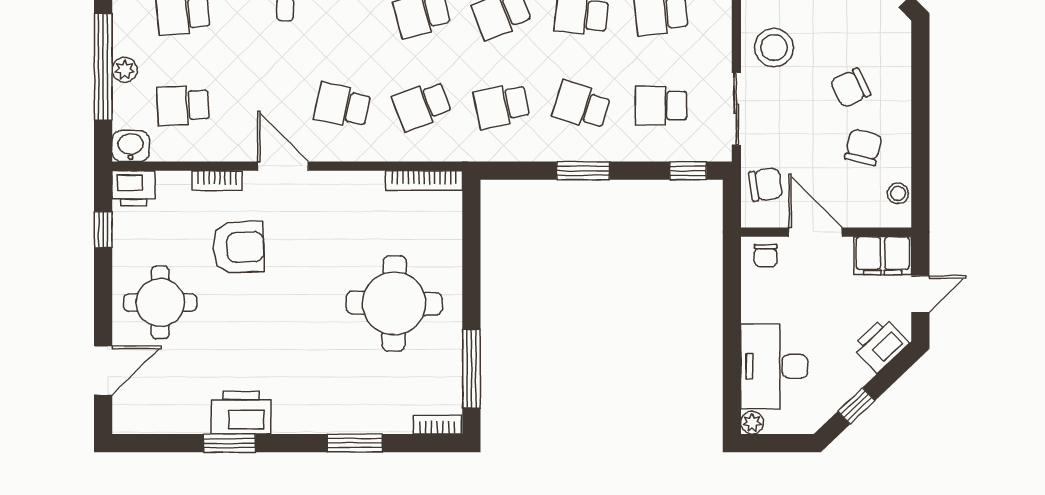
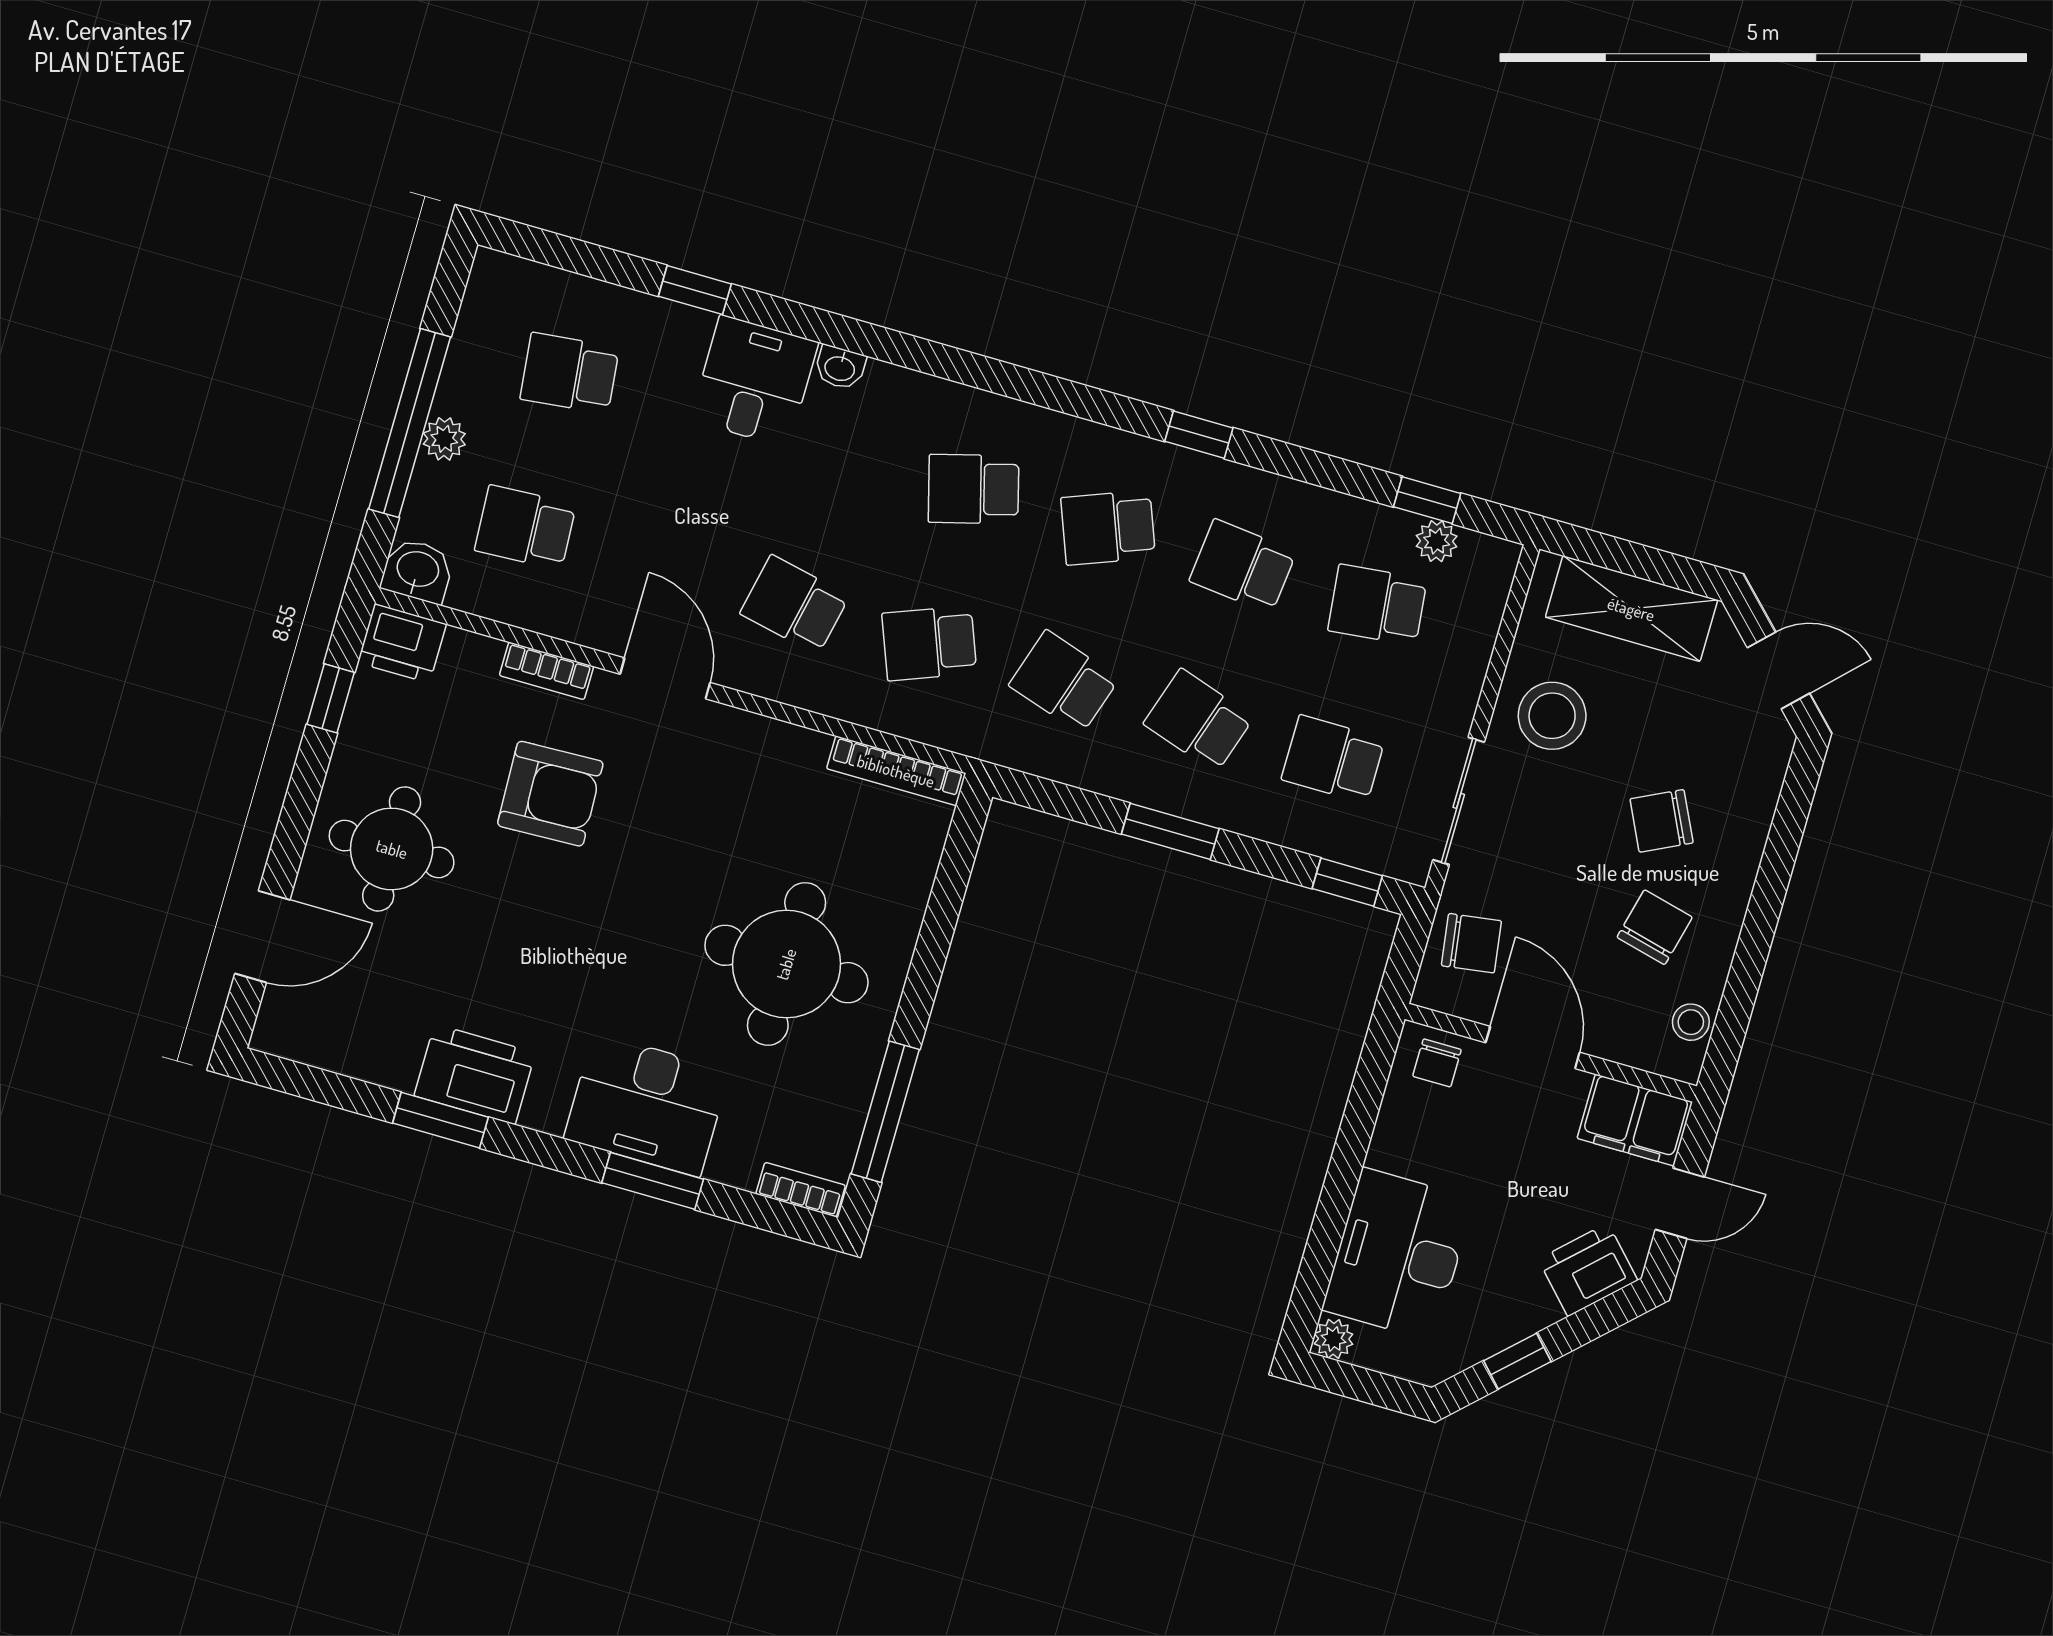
school desk: (502, 106) -> (1064, 682), turned 30
desk: (340, 402) -> (647, 1105), added

